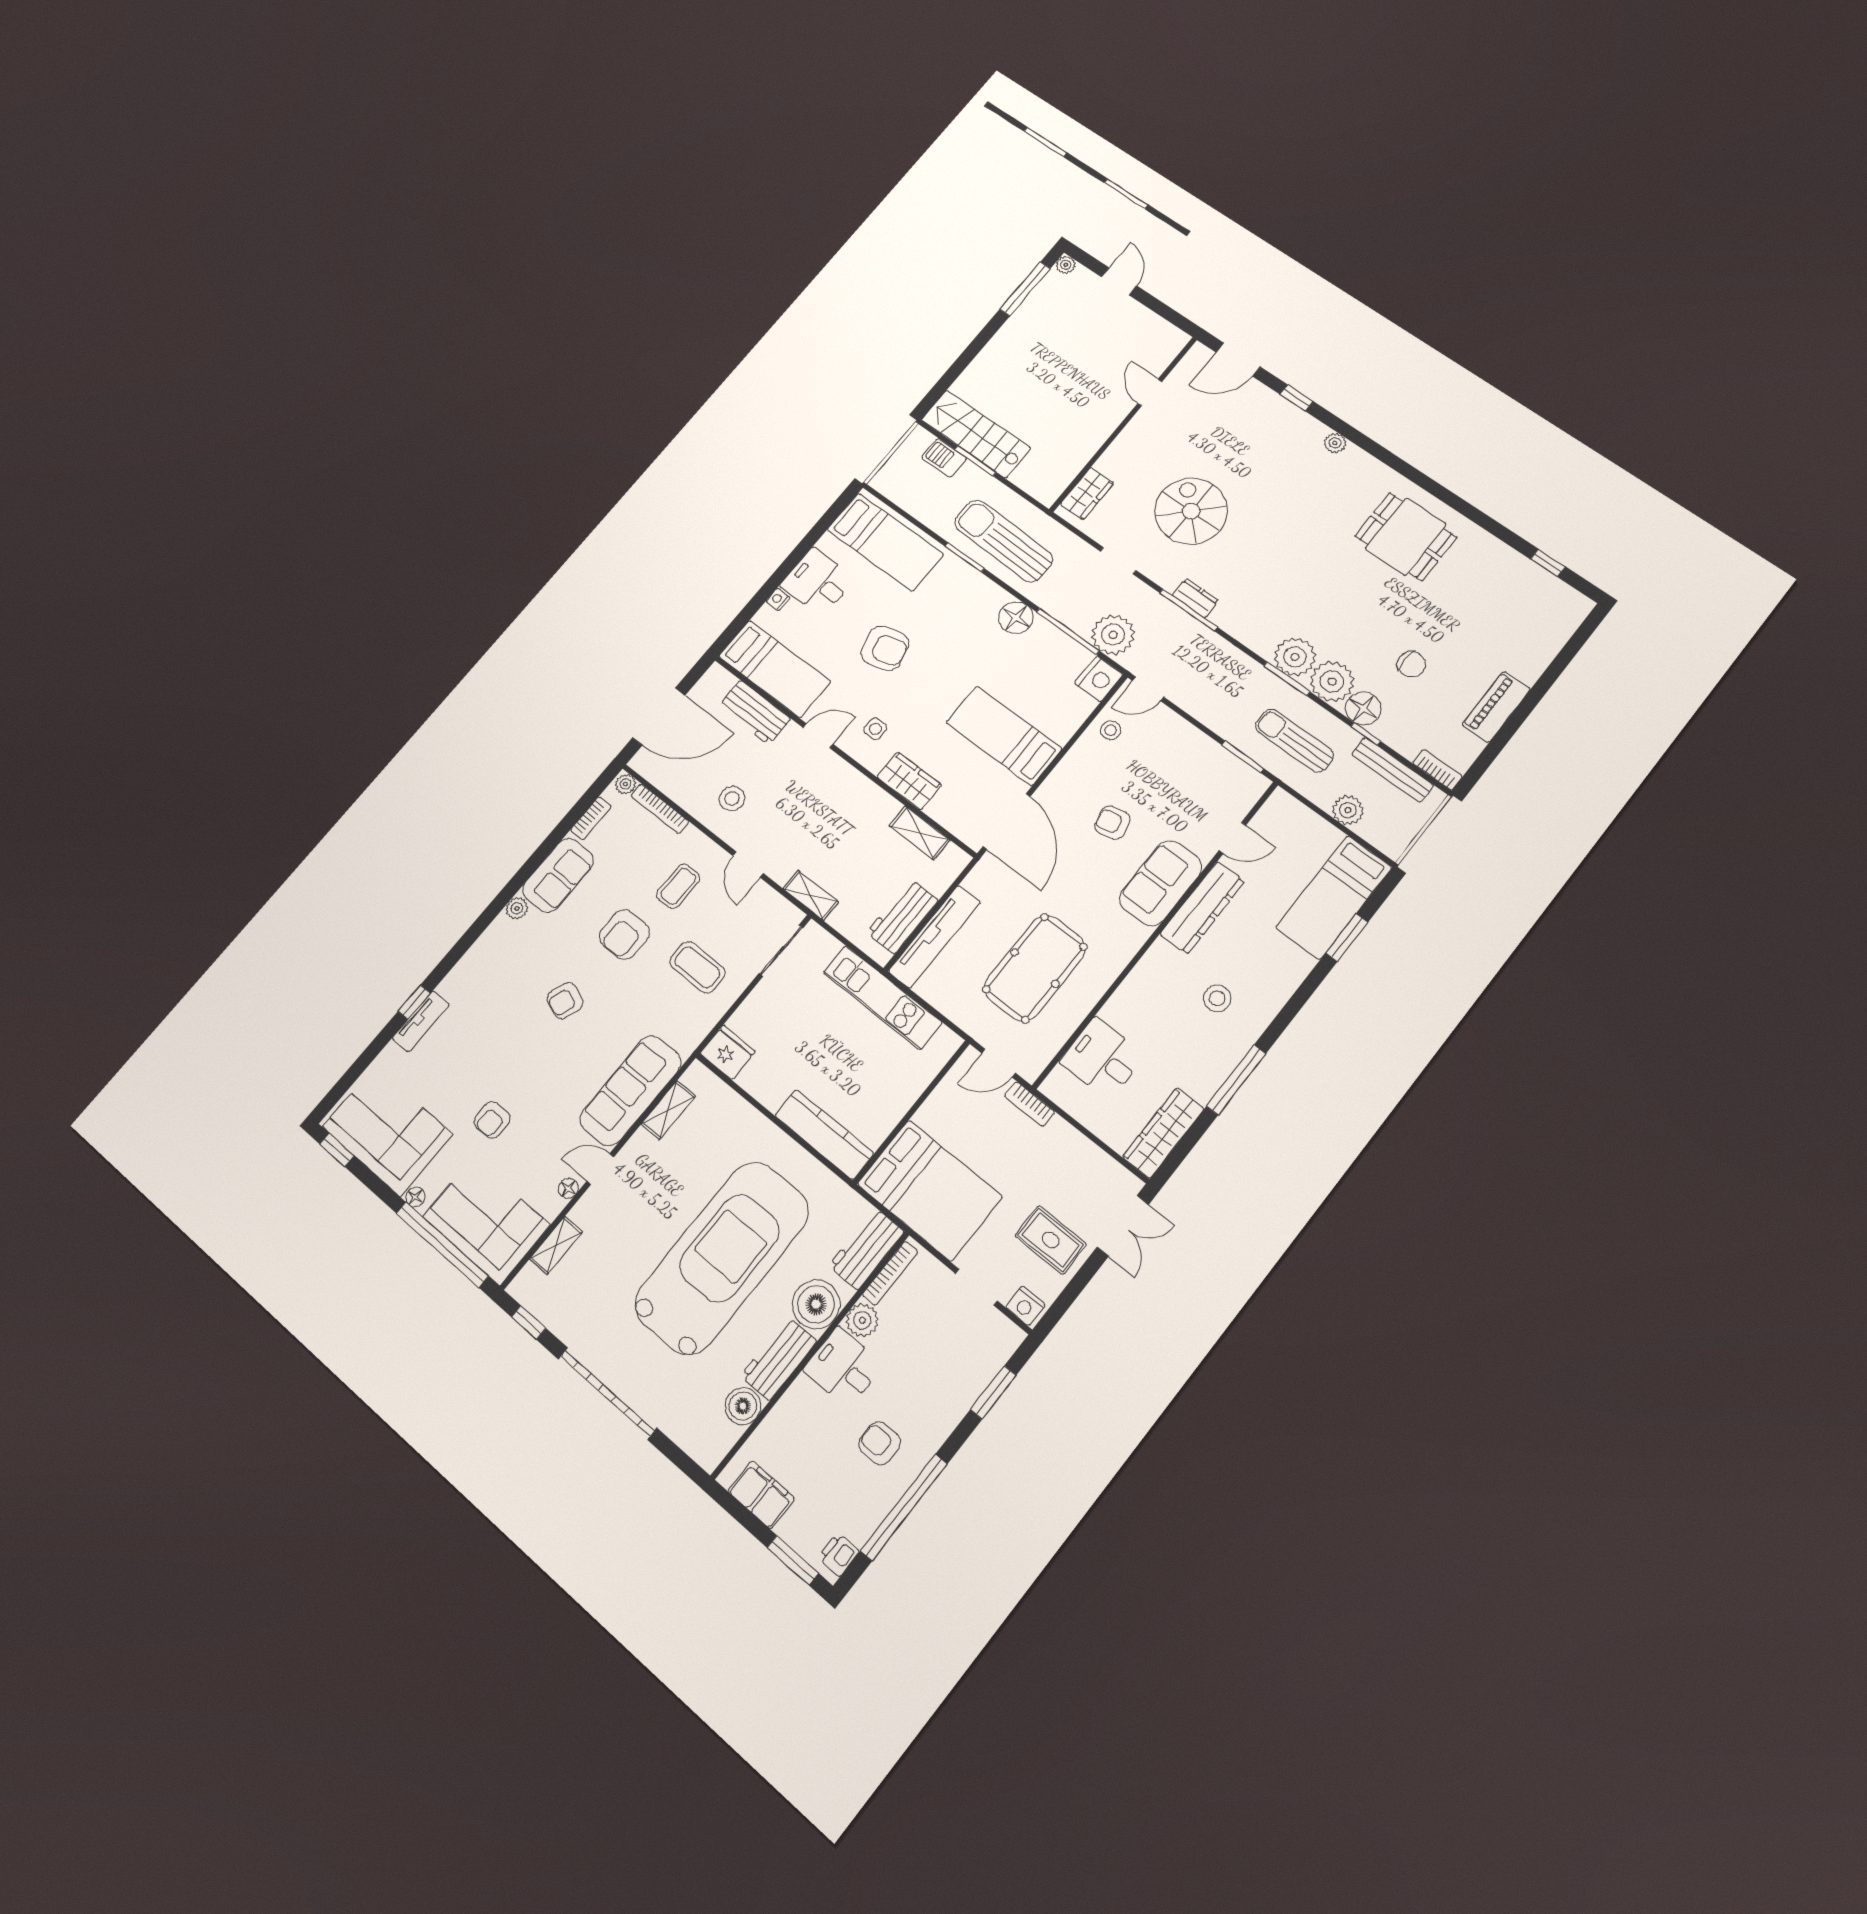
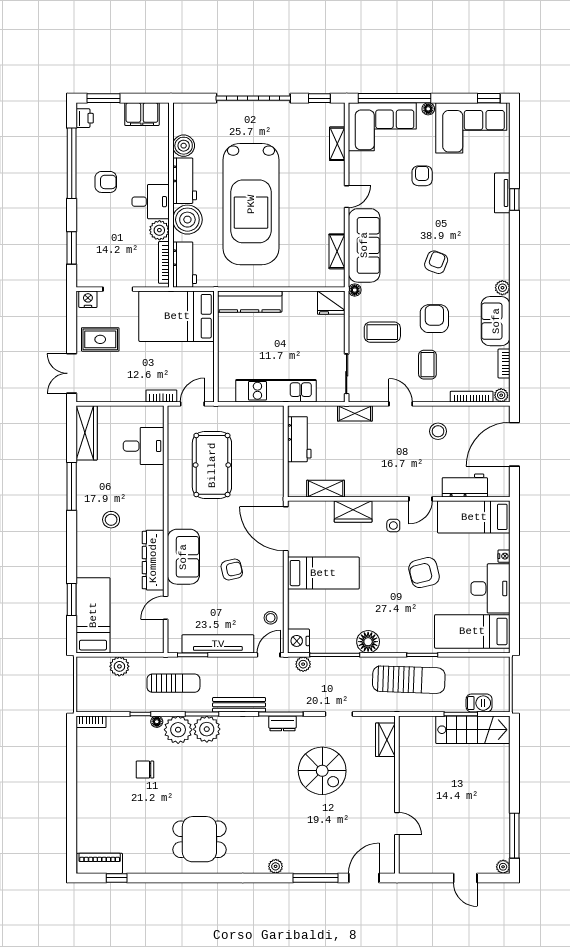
window: (1296, 398) -> (316, 878), width x2.17
desk: (818, 582) -> (490, 588), width x1.37
plant: (1113, 635) -> (303, 664), width x0.53, depth x0.53
piano: (1496, 707) -> (100, 863), moved, turned -90
floor lamp: (1363, 709) -> (157, 722), width x0.53, depth x0.53
bench: (1392, 770) -> (239, 705), moved
tv unit: (934, 937) -> (218, 644), moved, turned 90
floor lamp: (568, 1188) -> (355, 290), moved

